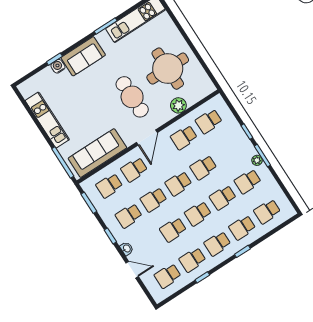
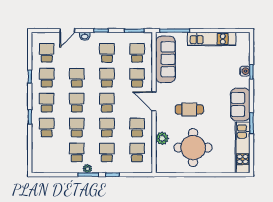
sofa: (83, 56) -> (240, 104), moved
cafe table: (132, 97) -> (189, 109), width x0.73, depth x0.74
school desk: (267, 212) -> (107, 152), moved

